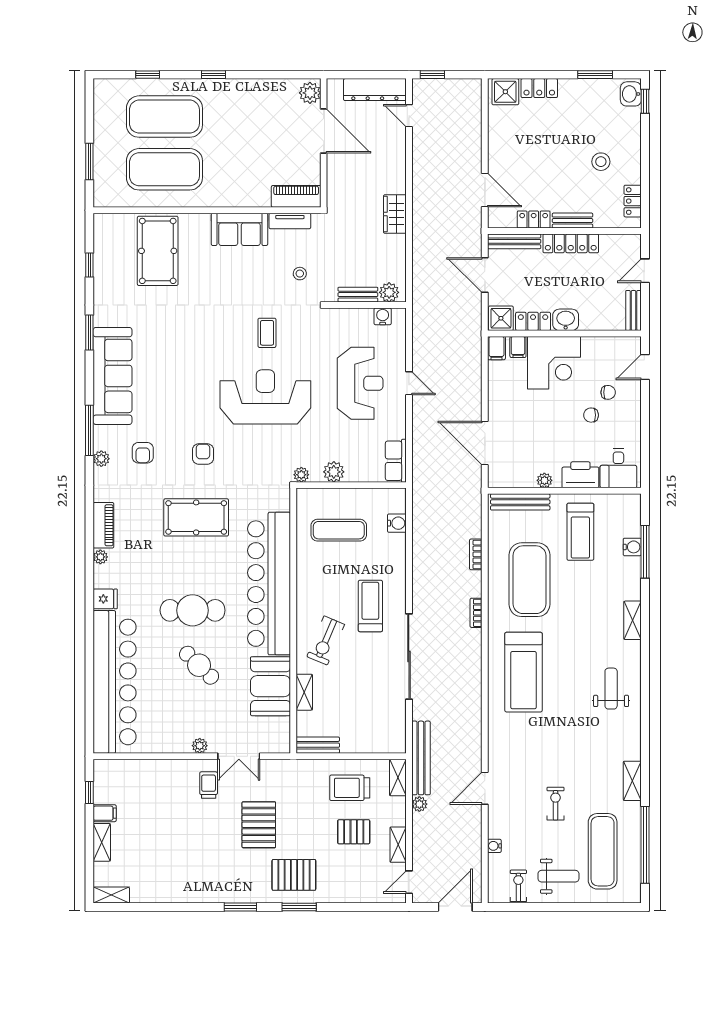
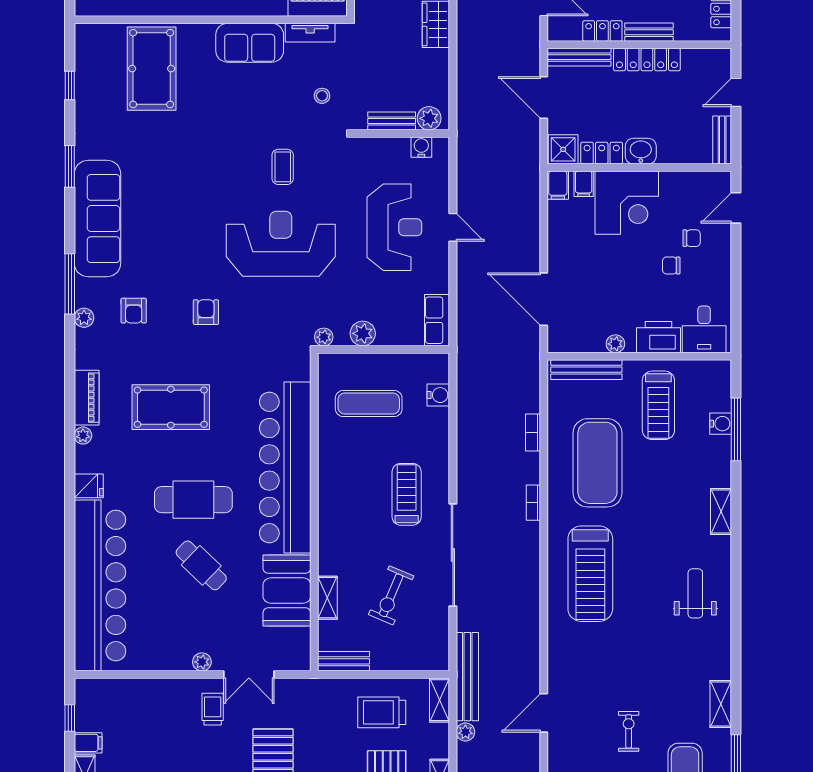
pool table: (196, 517) -> (171, 407), moved
exercise bike: (326, 640) -> (391, 595), moved

